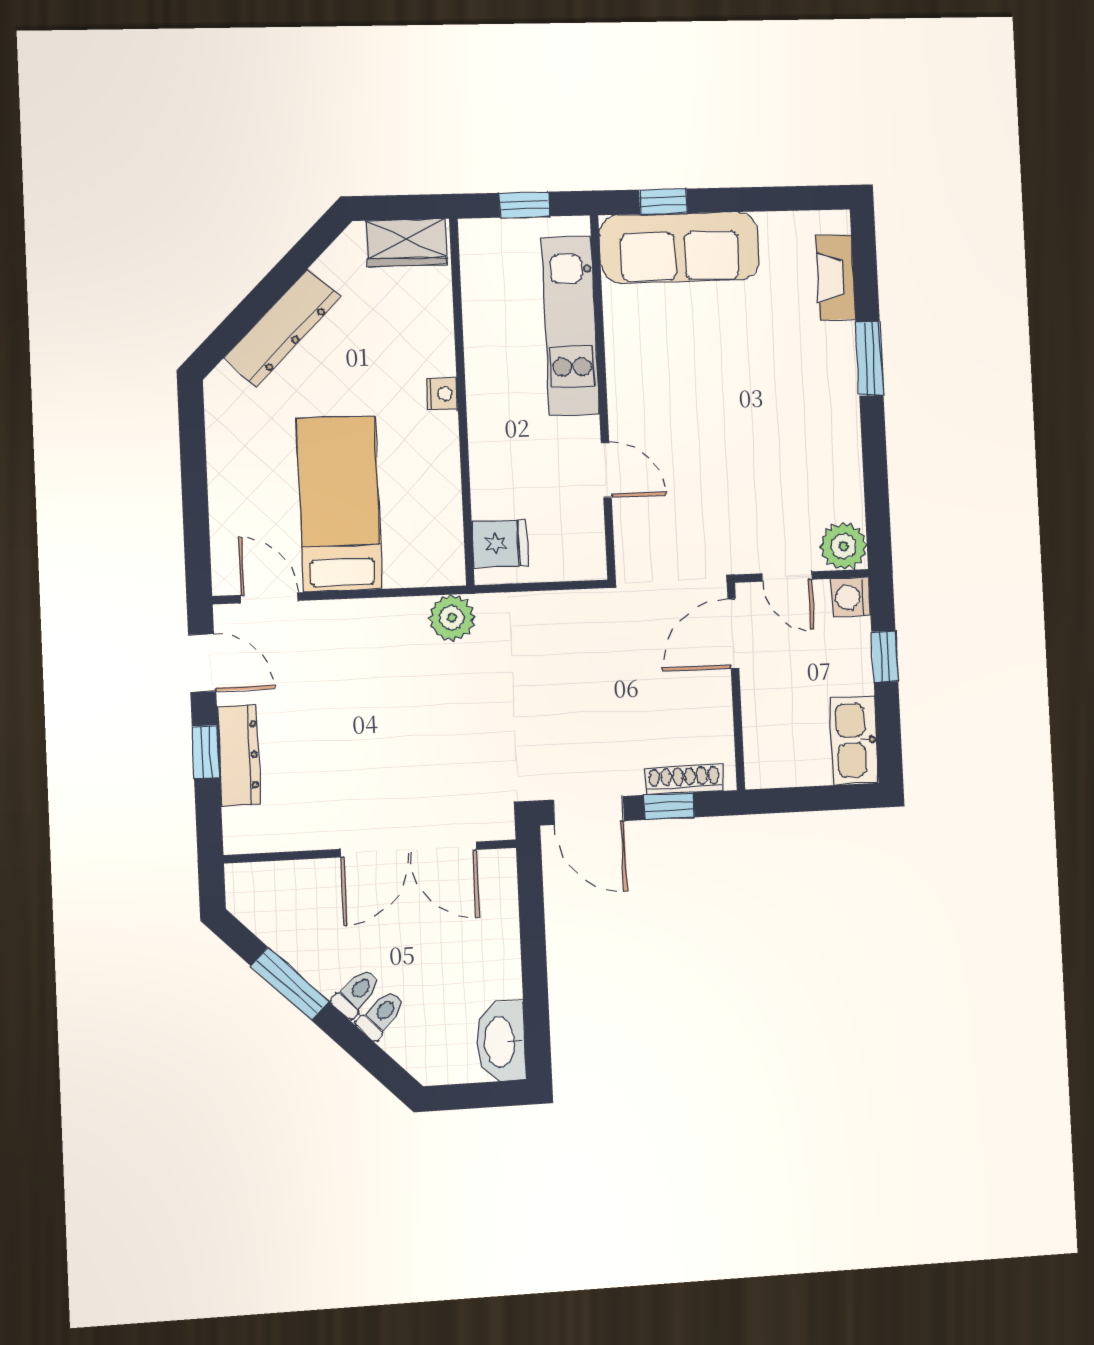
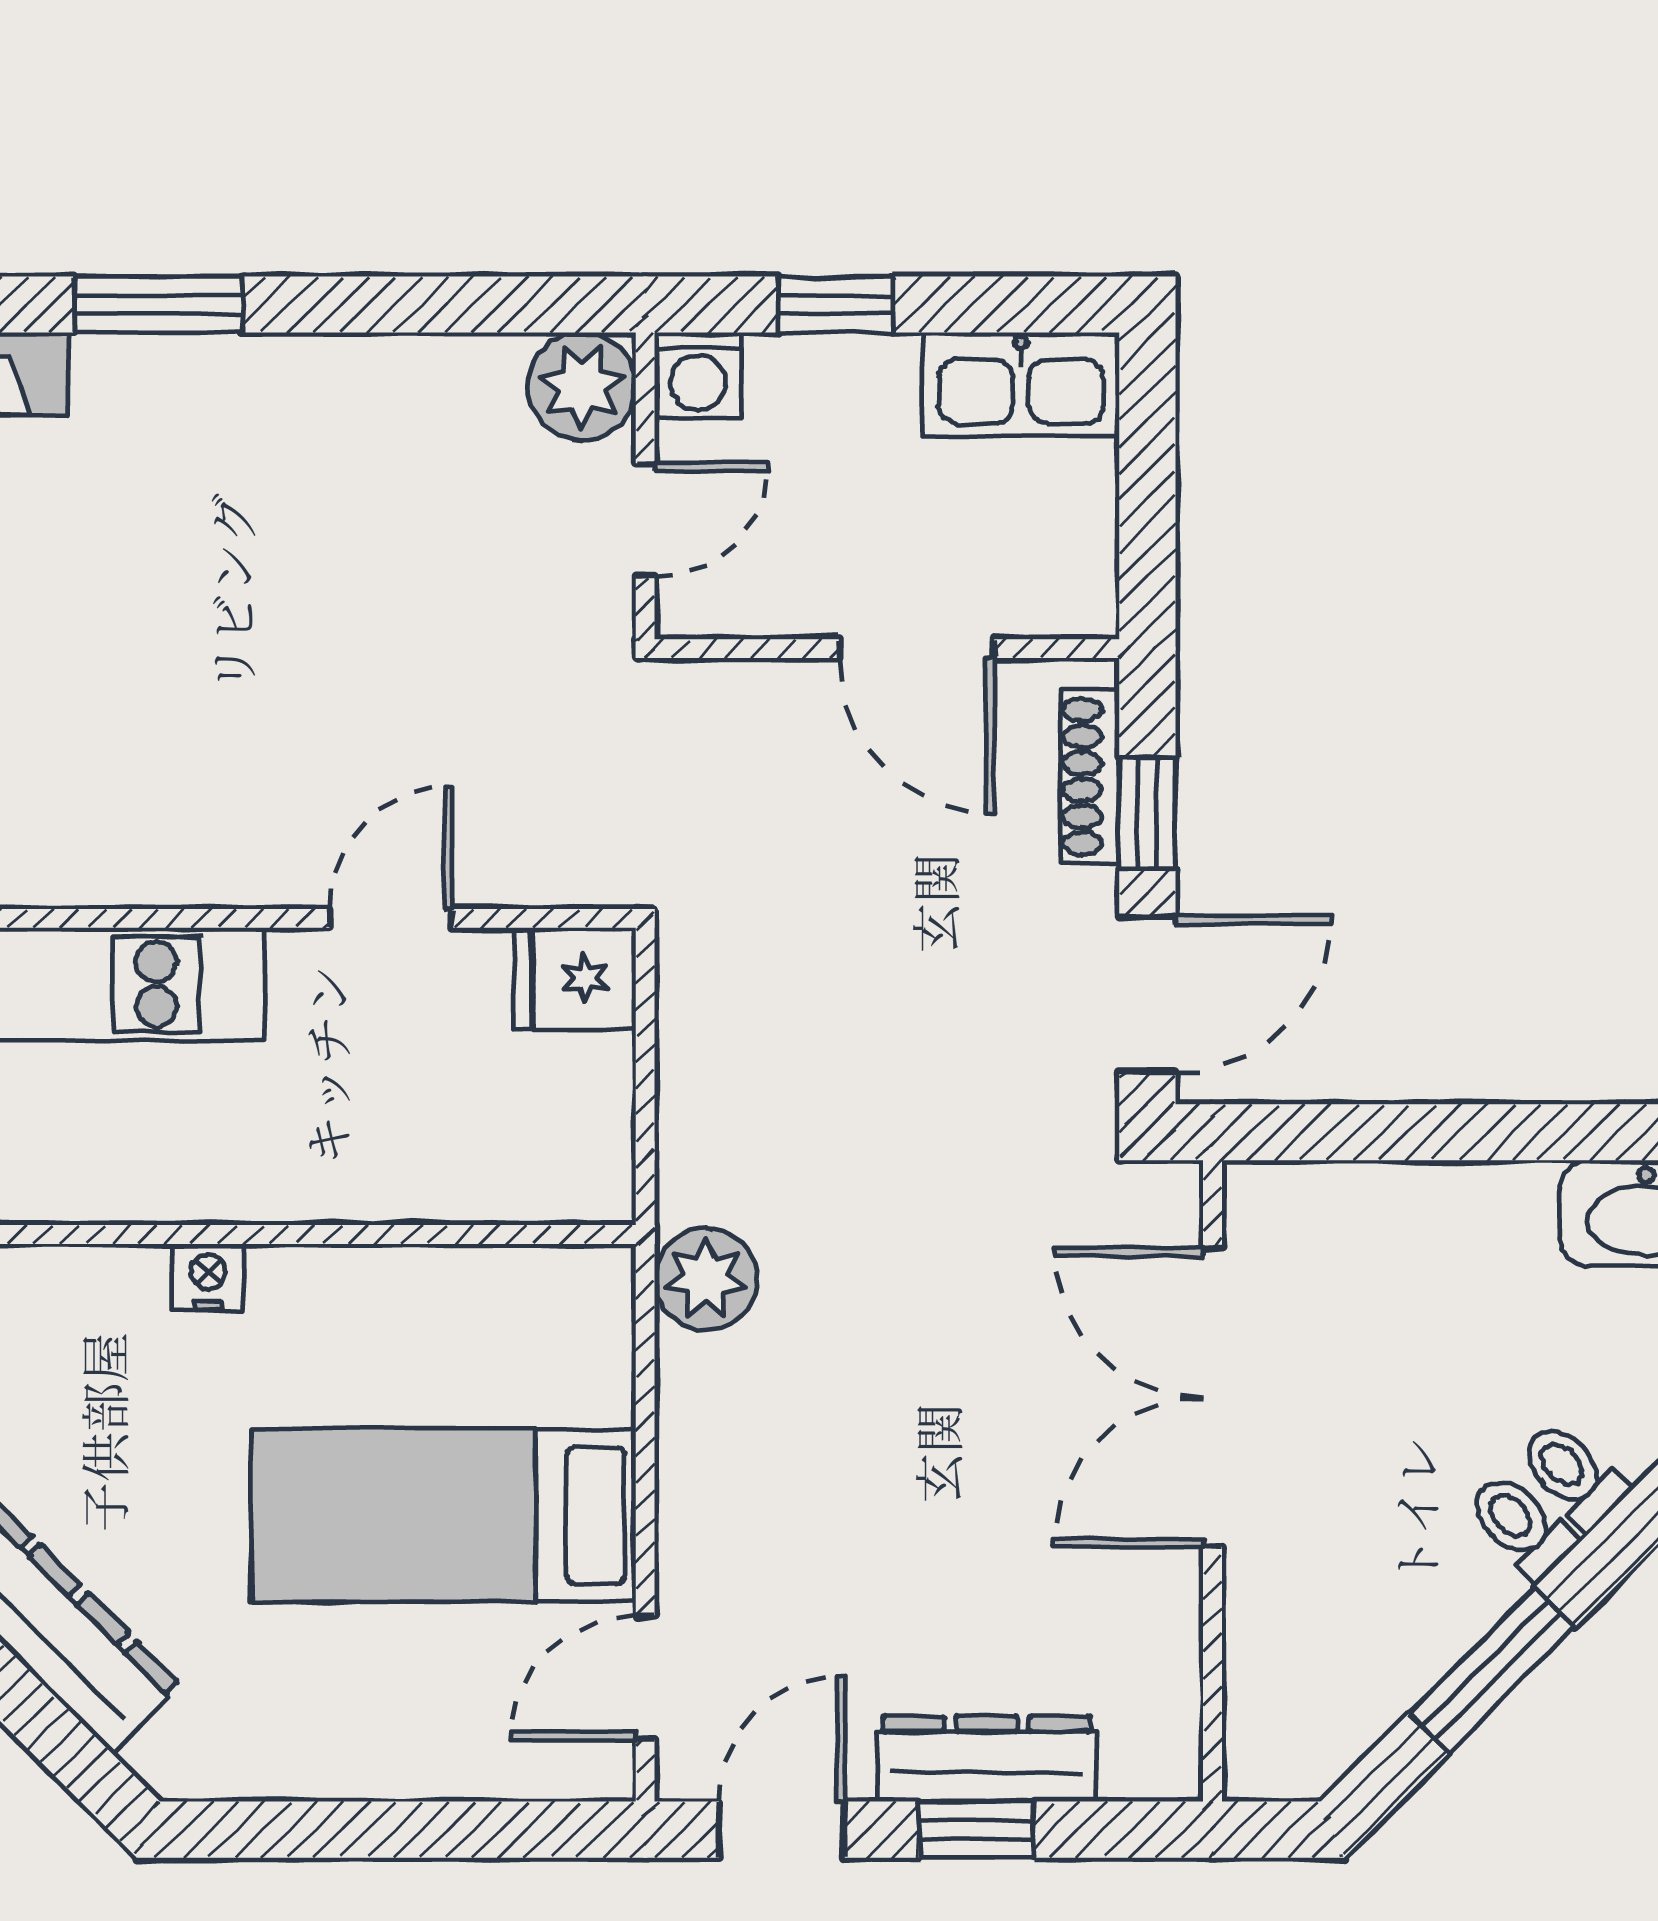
fridge: (500, 544) -> (575, 978), moved, turned -90
door: (733, 633) -> (916, 649), moved
double door: (409, 849) -> (1212, 1397), swing flipped

